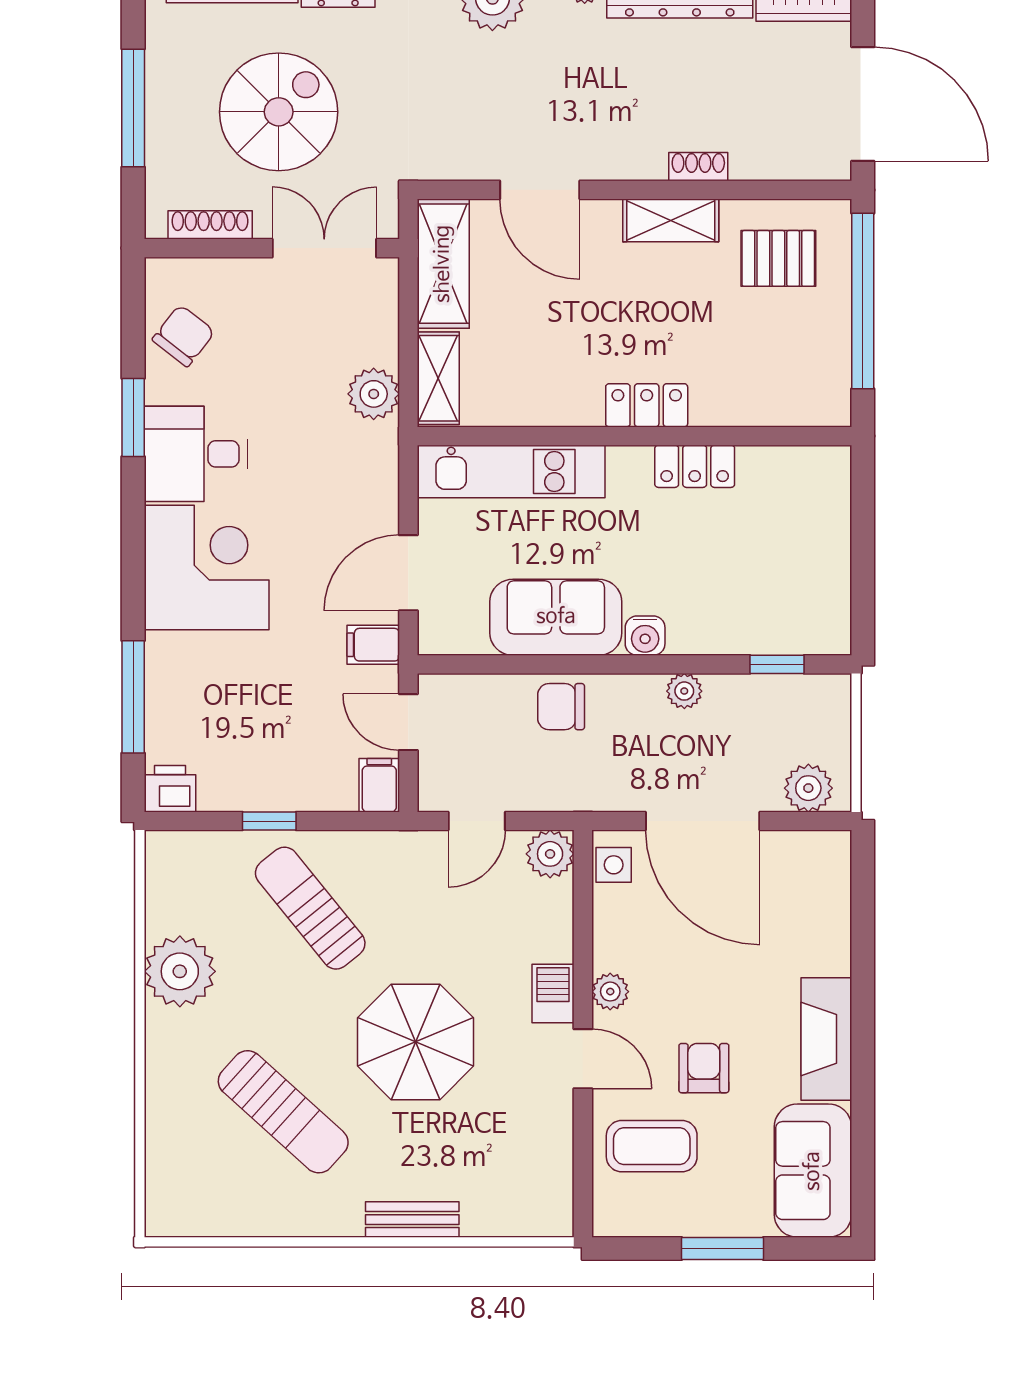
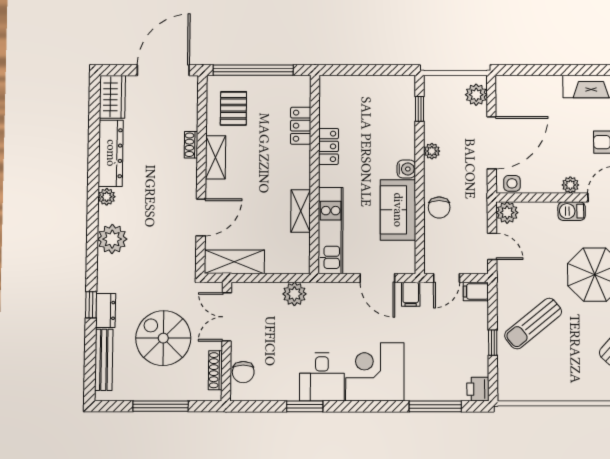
chair: (184, 336) -> (243, 372), moved, turned -128
shelving: (438, 378) -> (301, 211), moved, turned 90
locker: (647, 405) -> (301, 126), moved
plant: (180, 971) -> (563, 385), removed

